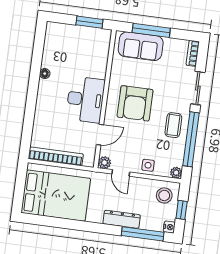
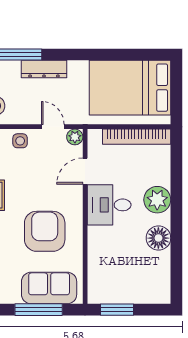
floor lamp: (45, 74) -> (158, 238), width x1.89, depth x1.89
desk: (85, 99) -> (109, 205), width x0.73
armchair: (135, 103) -> (45, 231), moved
plant: (46, 104) -> (157, 200), added

